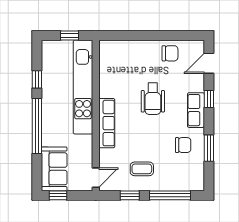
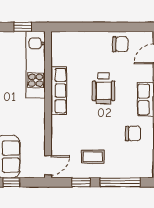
kitchen unit: (83, 87) -> (36, 65), width x0.73
row of seats: (107, 123) -> (59, 91), moved

